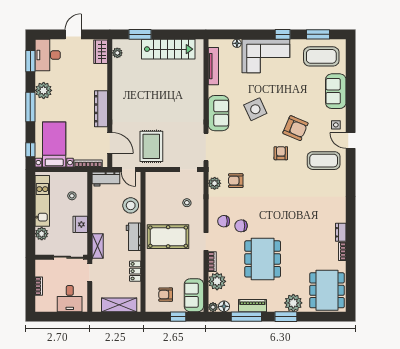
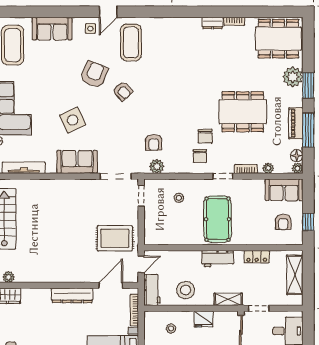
armchair: (281, 153) -> (123, 91), turned -135
stool: (131, 205) -> (186, 290), moved
plant: (217, 281) -> (268, 168), width x0.53, depth x0.53
window: (178, 317) -> (308, 222), moved

